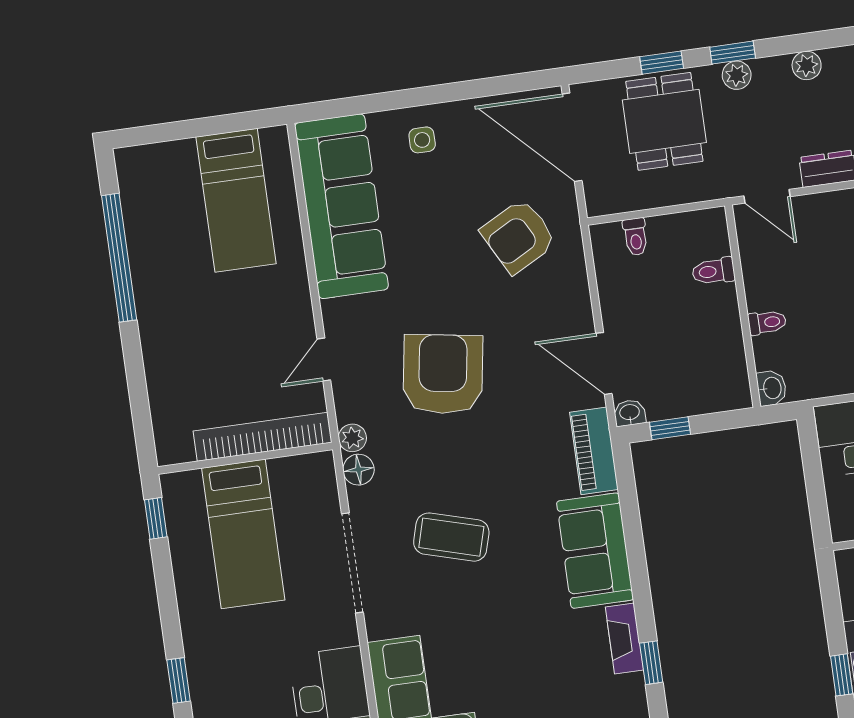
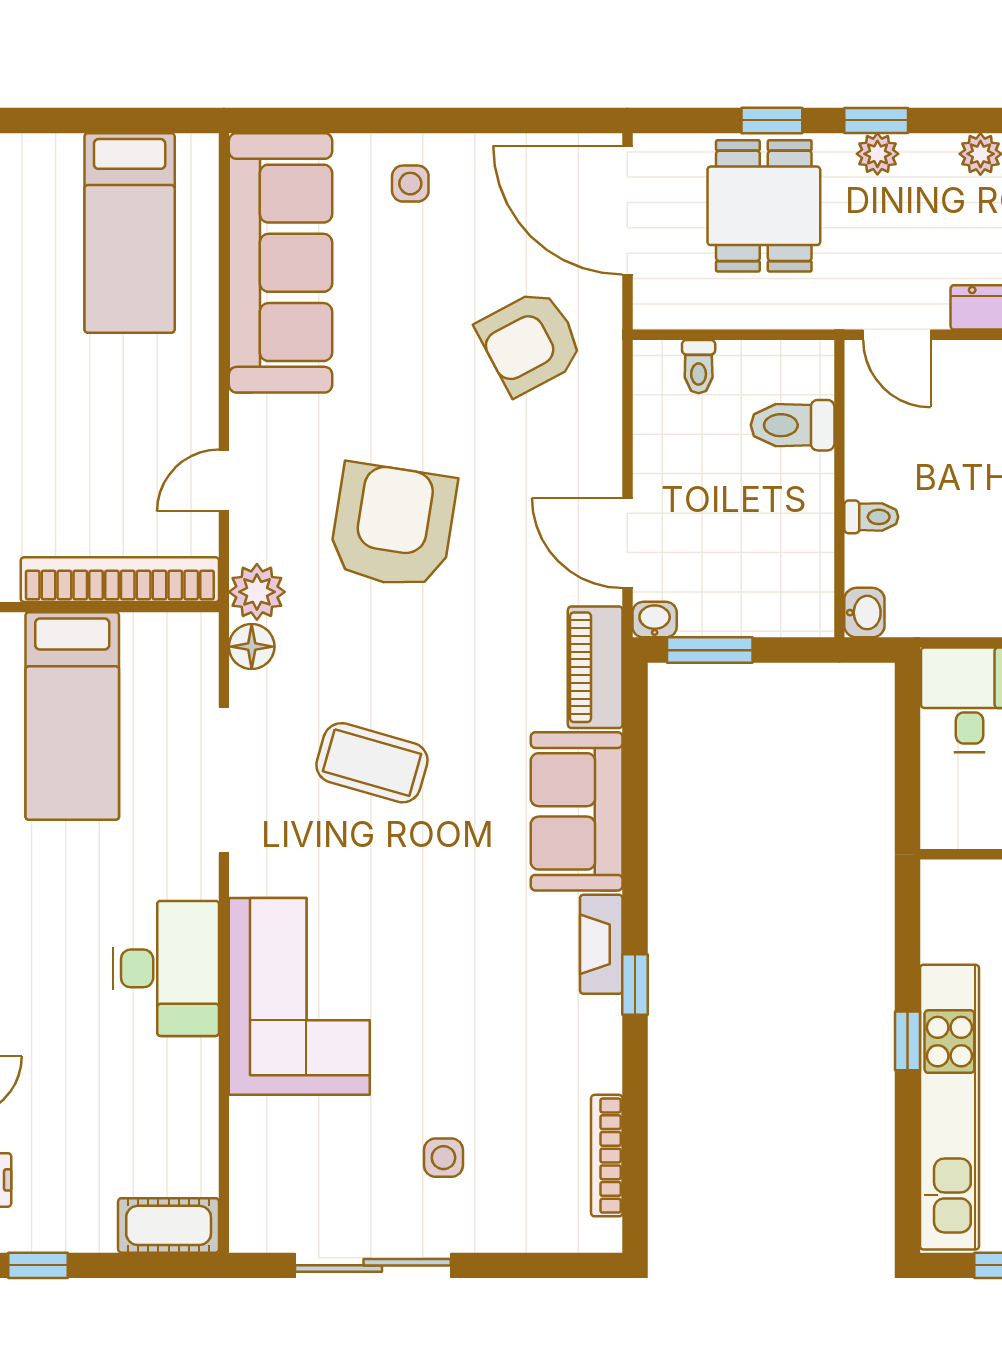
toilet: (713, 271) -> (793, 425), width x1.37, depth x1.39
window: (670, 428) -> (710, 650), width x1.50
plant: (352, 438) -> (257, 592), width x1.38, depth x1.38

